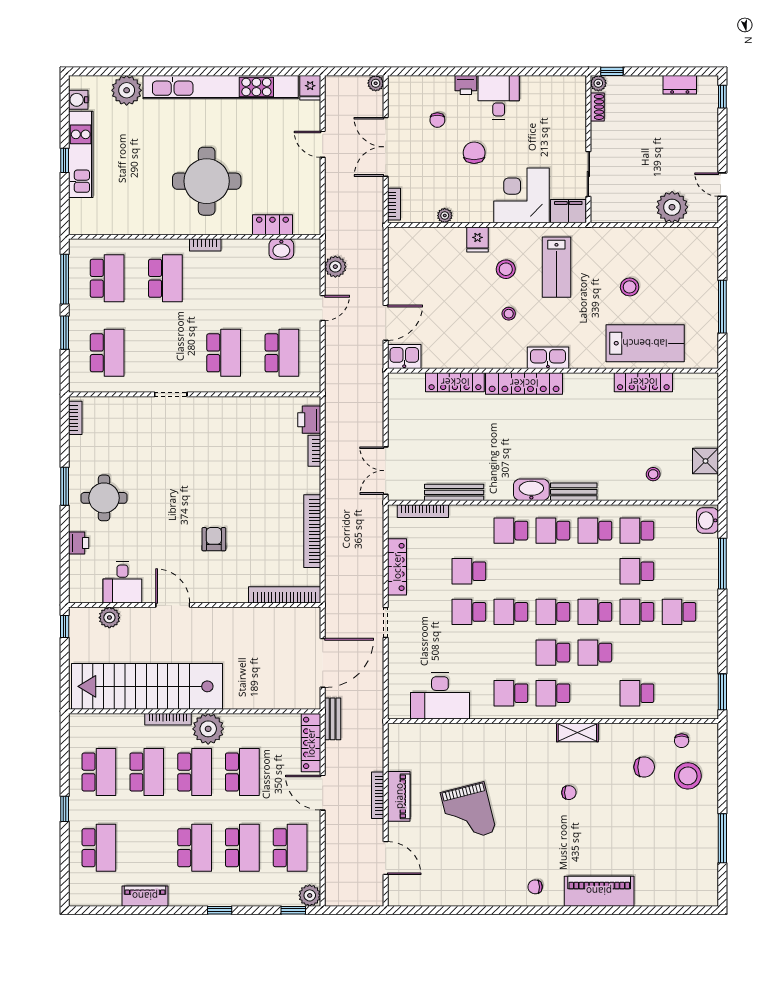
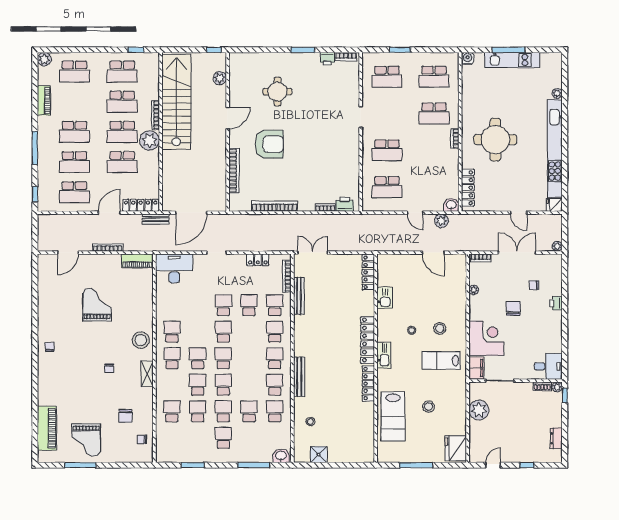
plant: (127, 90) -> (557, 93), width x0.53, depth x0.53
desk: (499, 97) -> (548, 366), moved
window: (722, 97) -> (527, 465), moved
water cooler: (78, 100) -> (468, 58), moved
door: (323, 144) -> (519, 213), swing flipped
chair: (474, 153) -> (513, 308), turned -90
window: (65, 160) -> (508, 50), width x2.17
plant: (672, 207) -> (479, 410), moved
locker: (272, 225) -> (468, 188), width x1.53
fridge: (478, 239) -> (456, 448), moved, width x1.88, depth x1.34
washbasin: (281, 249) -> (451, 205), moved, turned 90
window: (65, 279) -> (433, 50), removed
door: (386, 323) -> (433, 253), moved
kitchen sink: (404, 357) -> (385, 298), moved
locker: (455, 382) -> (368, 272), moved
locker: (643, 382) -> (368, 384), moved
washbasin: (531, 490) -> (300, 345), removed
bench: (574, 492) -> (299, 377), width x1.36
round table: (104, 498) -> (277, 92), moved
school desk: (469, 531) -> (275, 305), added
armchair: (214, 539) -> (269, 144), width x1.88, depth x1.88
printer: (79, 543) -> (327, 59), moved
locker: (397, 567) -> (258, 260), width x0.66
desk: (122, 582) -> (242, 86), removed
bookcase: (285, 595) -> (234, 171), moved
school desk: (637, 653) -> (198, 411), added
door: (323, 663) -> (191, 213), hinge flipped
window: (722, 692) -> (193, 465), moved
desk: (440, 696) -> (174, 268), moved, turned 90
stool: (688, 776) -> (141, 340), moved
piano: (399, 796) -> (137, 261), moved
window: (65, 809) -> (136, 50), moved
grand piano: (468, 812) -> (97, 305), turned 104
grand piano: (682, 829) -> (86, 440), added
piano: (599, 891) -> (47, 428), moved
plant: (310, 895) -> (44, 59), moved
window: (220, 910) -> (35, 148), width x2.17

